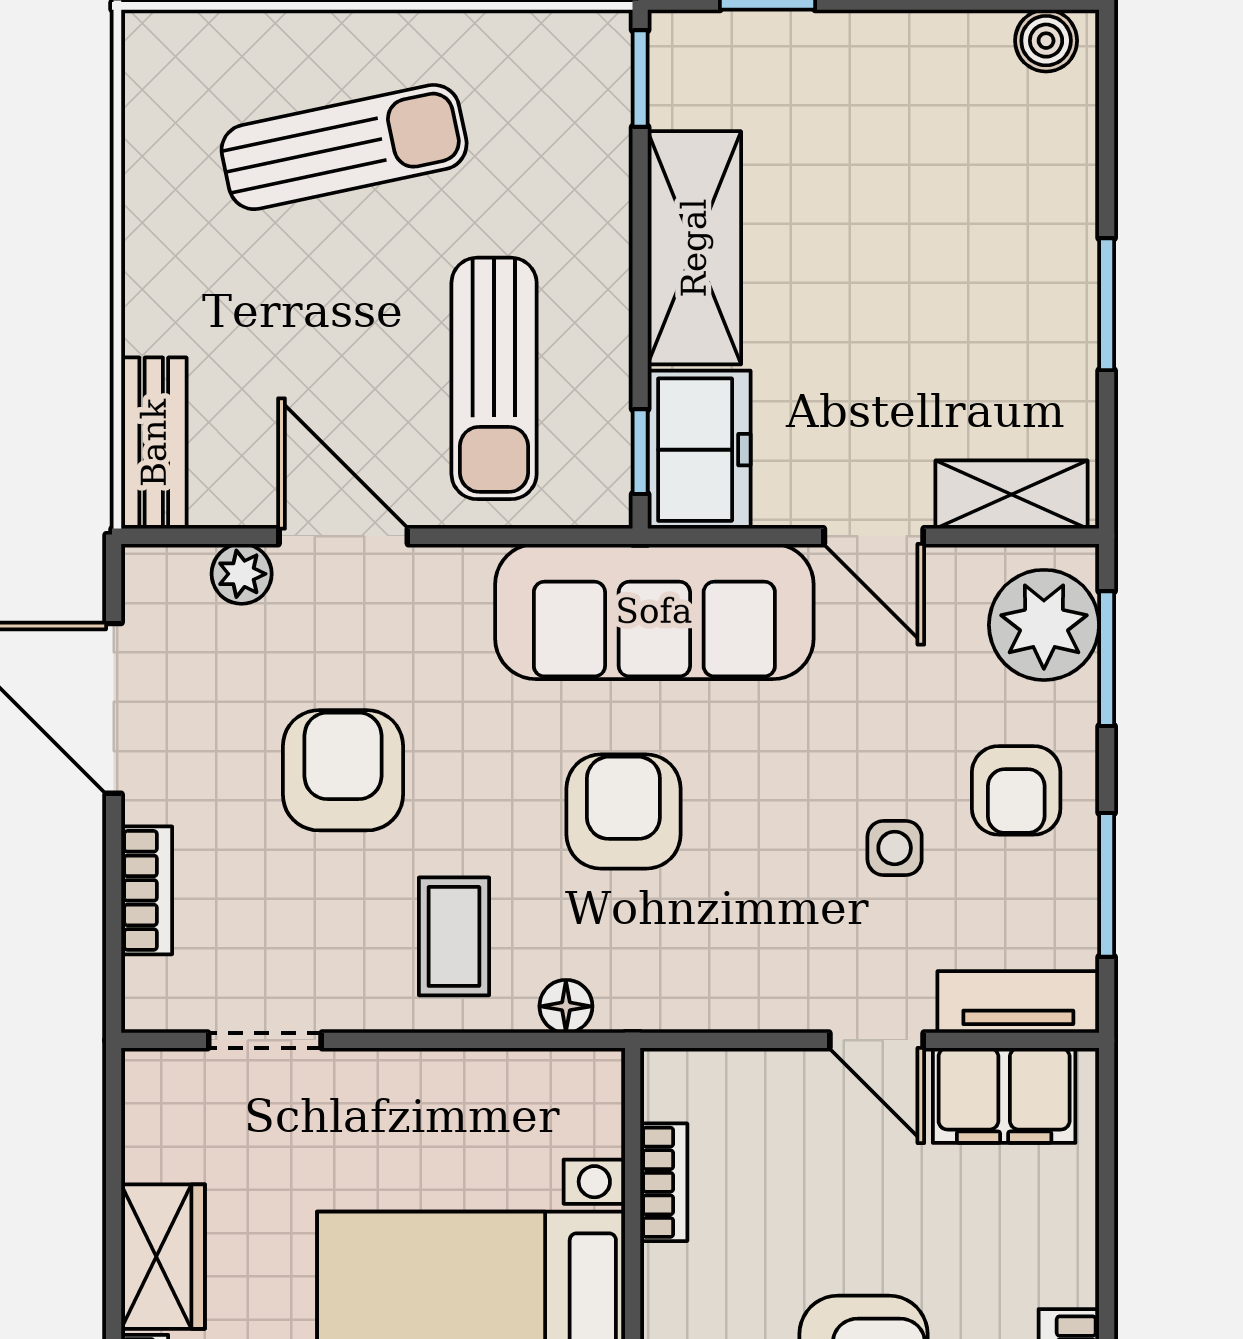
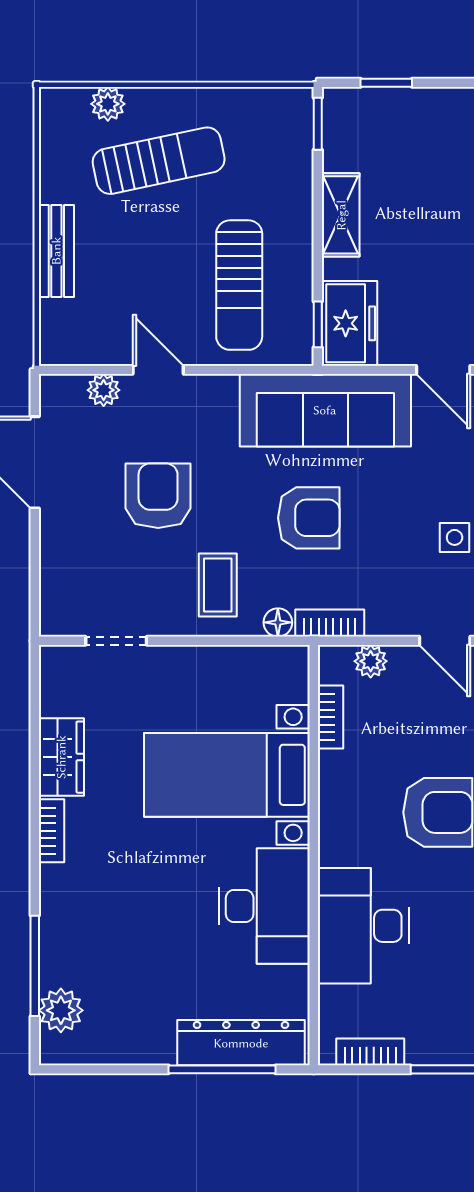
plant: (250, 41) -> (108, 104), added
shelving: (694, 248) -> (341, 215), width x0.67, depth x0.75
bench: (154, 443) -> (56, 251), moved
door: (343, 536) -> (158, 370), width x0.73
armchair: (623, 812) -> (309, 518), turned 90
bookcase: (147, 890) -> (330, 623), moved, turned -90
plant: (738, 1078) -> (371, 661), added

